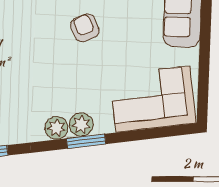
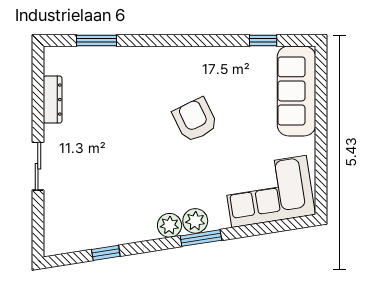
armchair: (85, 28) -> (195, 120), width x1.38, depth x1.38

